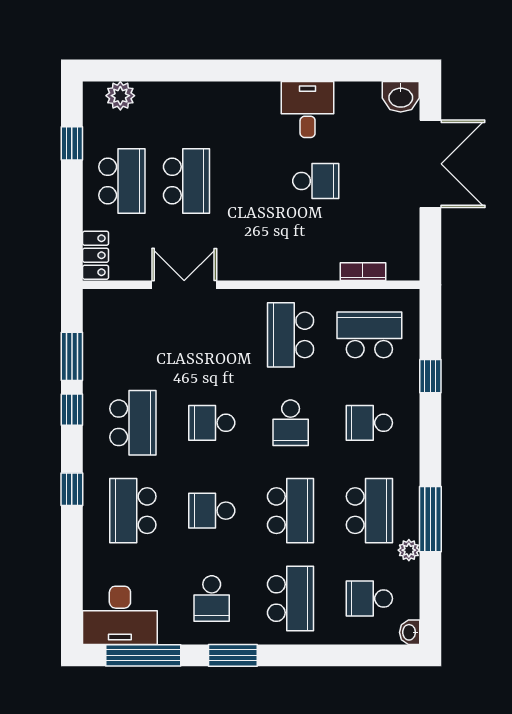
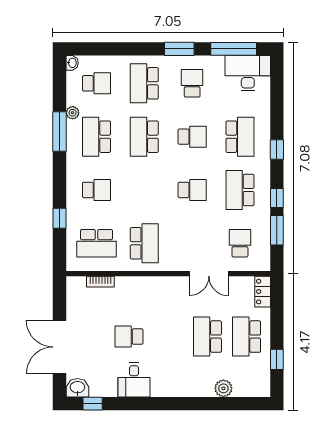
window: (376, 70) -> (93, 404), added
plant: (120, 96) -> (223, 388), moved
school desk: (291, 423) -> (240, 243), moved

